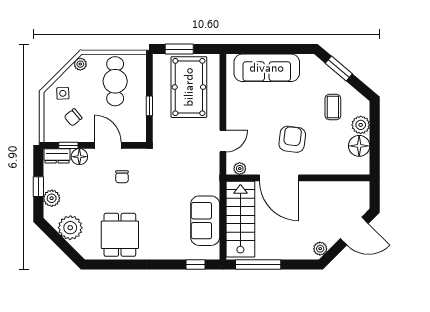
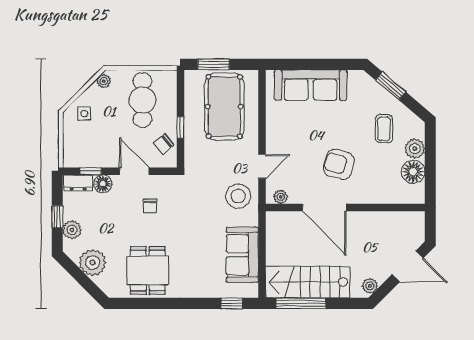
chair: (73, 117) -> (164, 144), moved
armchair: (292, 139) -> (339, 164), turned -80
stool: (201, 168) -> (238, 196), added
stairs: (240, 219) -> (308, 282), moved, turned -90

